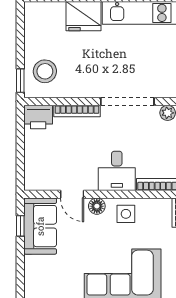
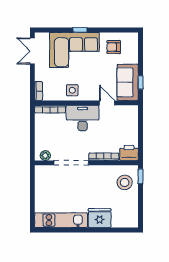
desk: (117, 171) -> (83, 118), width x1.37
floor lamp: (97, 206) -> (91, 95), removed
armchair: (62, 281) -> (114, 47), added

